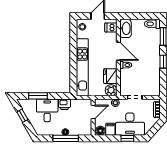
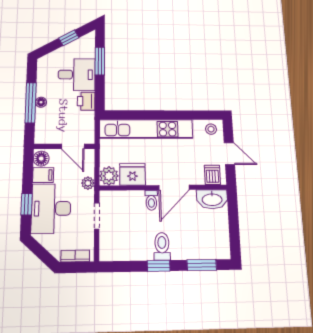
toilet: (152, 24) -> (162, 246), moved

